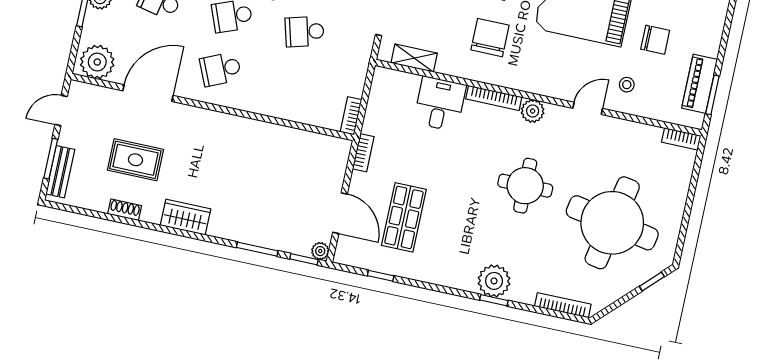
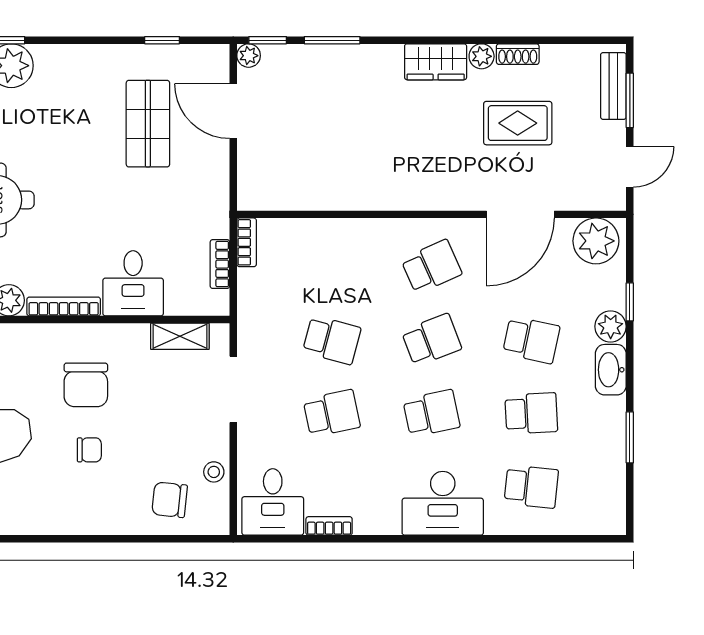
school desk: (304, 32) -> (332, 340), turned 30
bookcase: (363, 153) -> (220, 264), moved
plant: (151, 214) -> (482, 56), added

